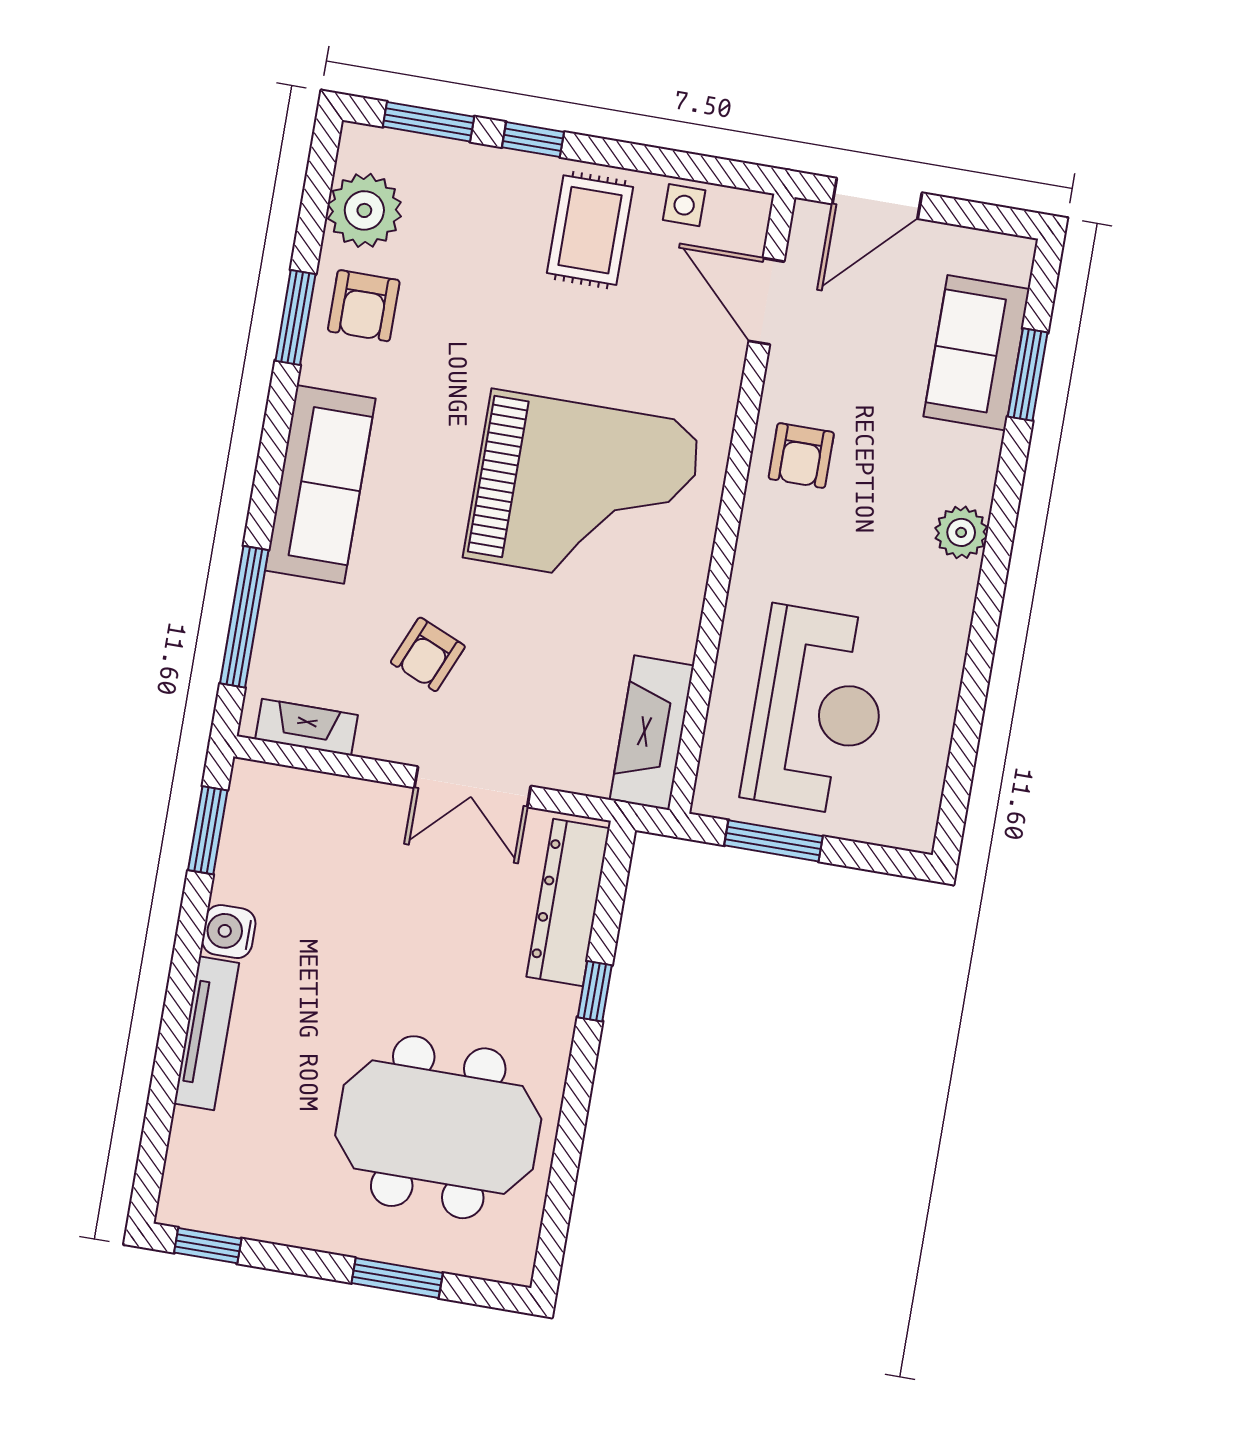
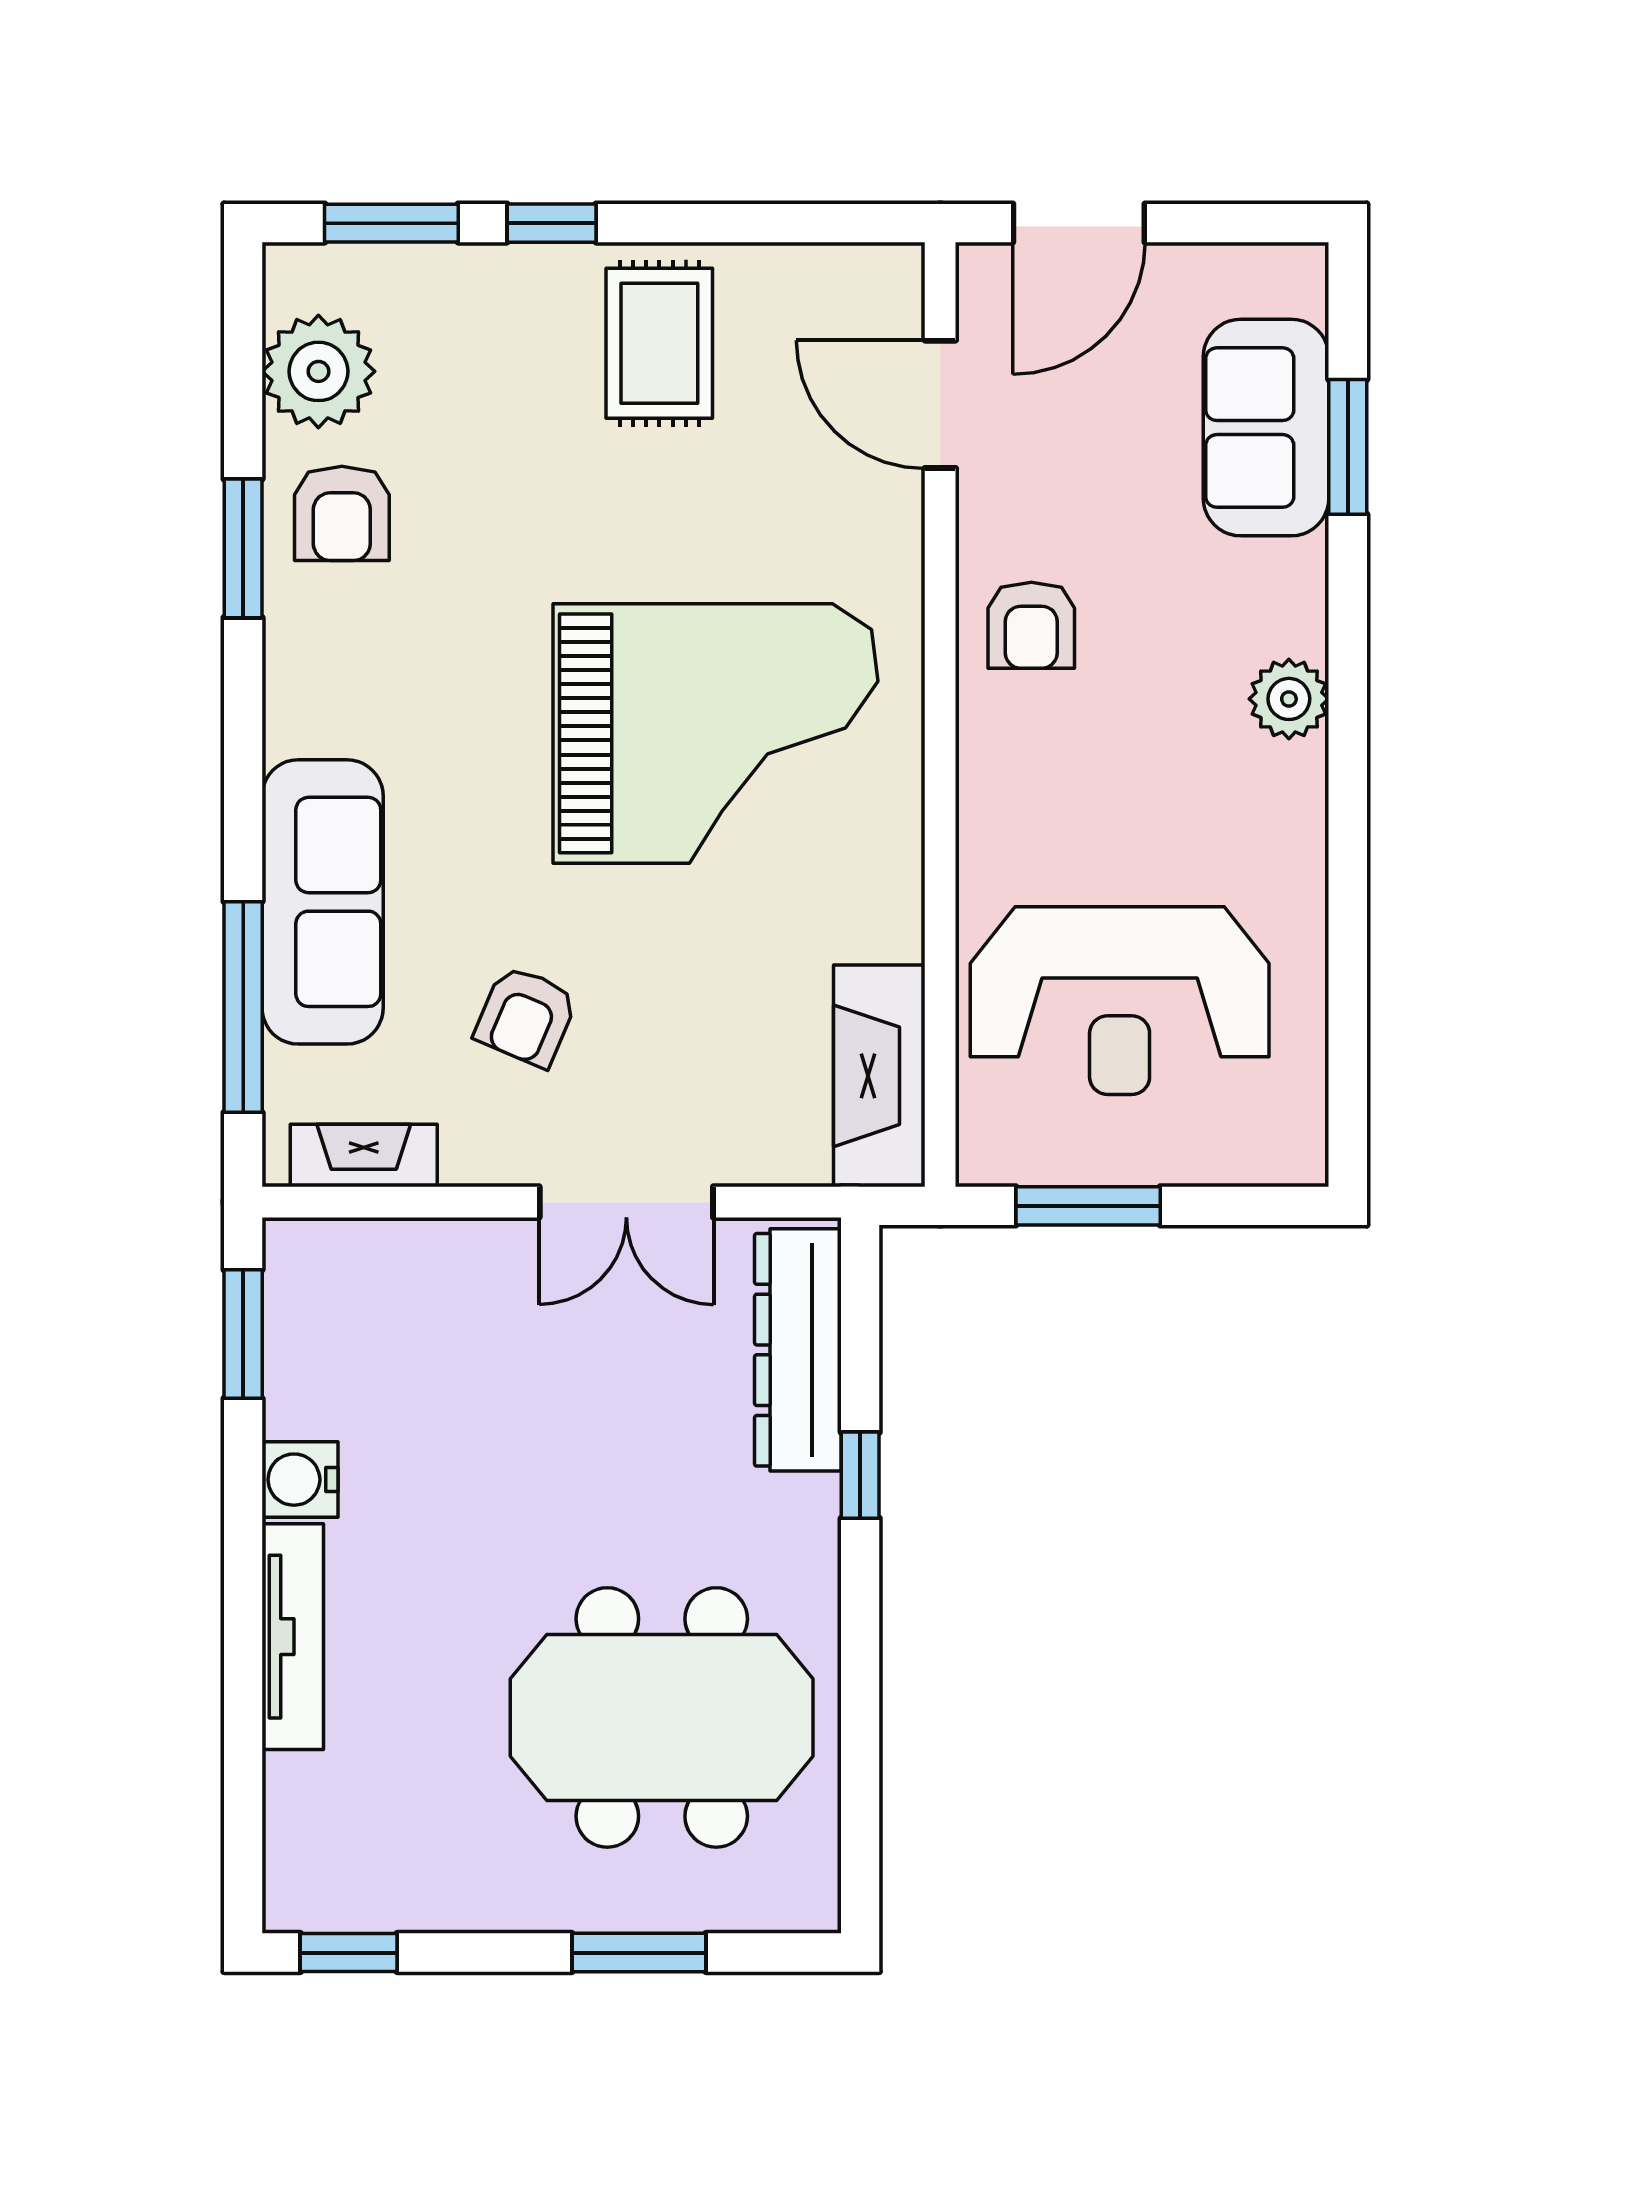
side table: (684, 205) -> (793, 282), removed
sofa: (320, 484) -> (323, 902), moved
reception desk: (817, 710) -> (1120, 1001), turned 90

